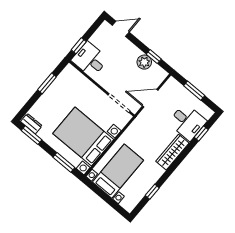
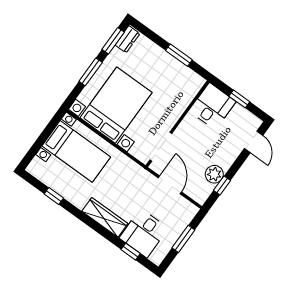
window: (79, 46) -> (239, 99), moved
window: (64, 162) -> (91, 72), moved

